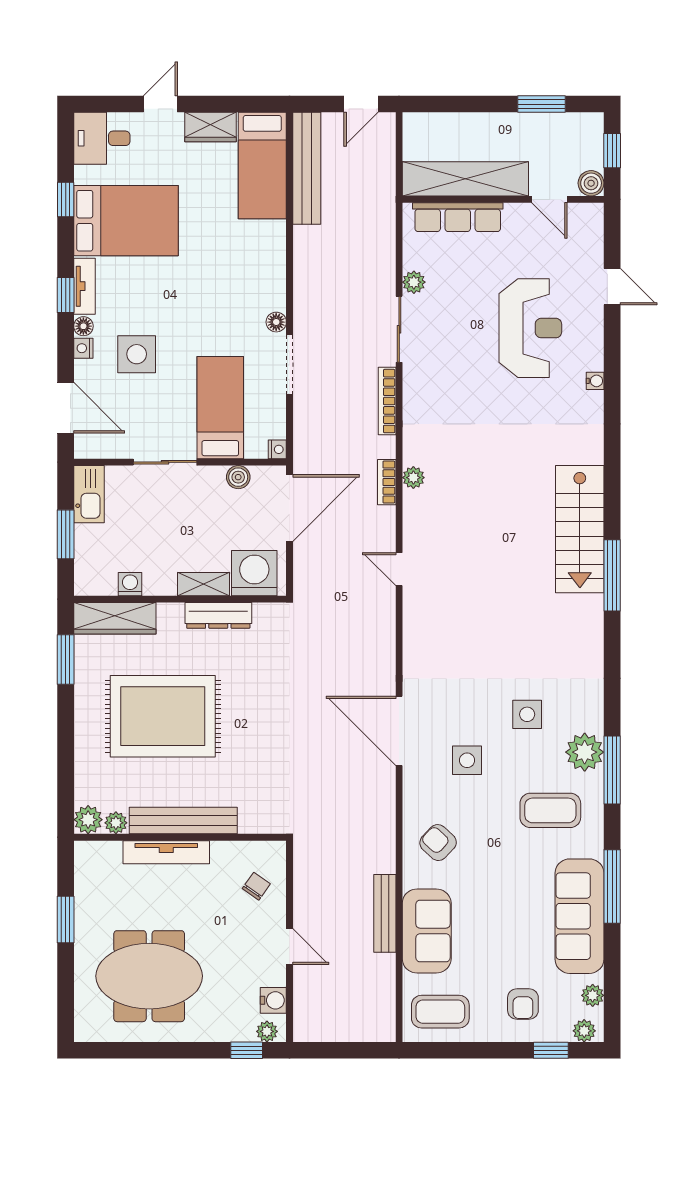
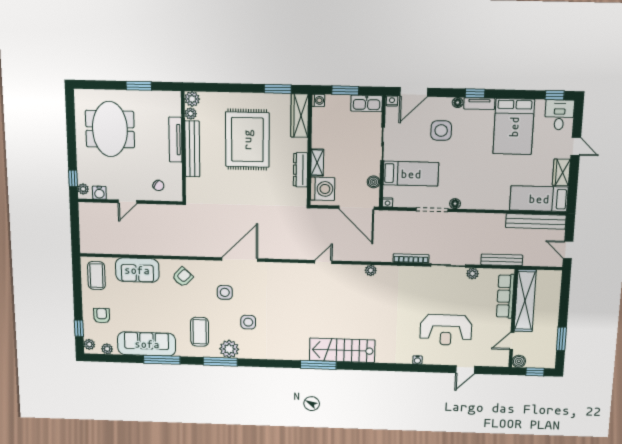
window: (66, 200) -> (555, 95), moved
nightstand: (83, 348) -> (392, 101), moved
bookcase: (387, 482) -> (369, 257), removed
washing machine: (130, 584) -> (318, 100), moved
bench: (385, 913) -> (502, 260), moved
armchair: (523, 1004) -> (102, 316), turned 90

